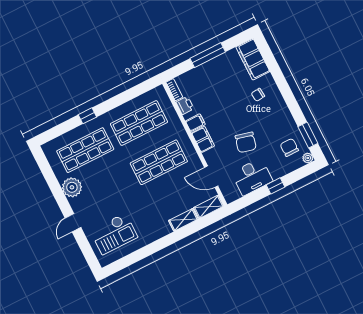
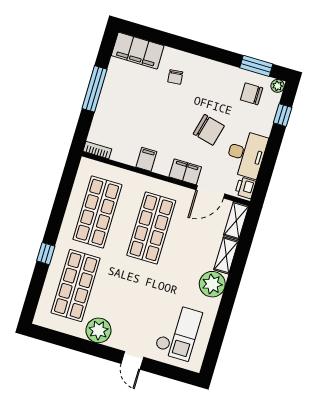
printer: (185, 105) -> (245, 188), moved, turned -90
filing cabinet: (203, 139) -> (185, 172), moved
window: (276, 186) -> (283, 115), moved
plant: (160, 227) -> (212, 284), added

